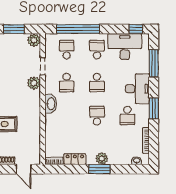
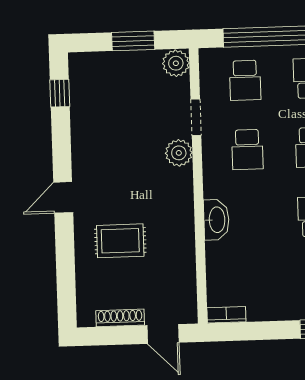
school desk: (67, 50) -> (245, 80), turned 180
washbasin: (51, 104) -> (216, 220), moved
locker: (75, 159) -> (270, 310), removed

